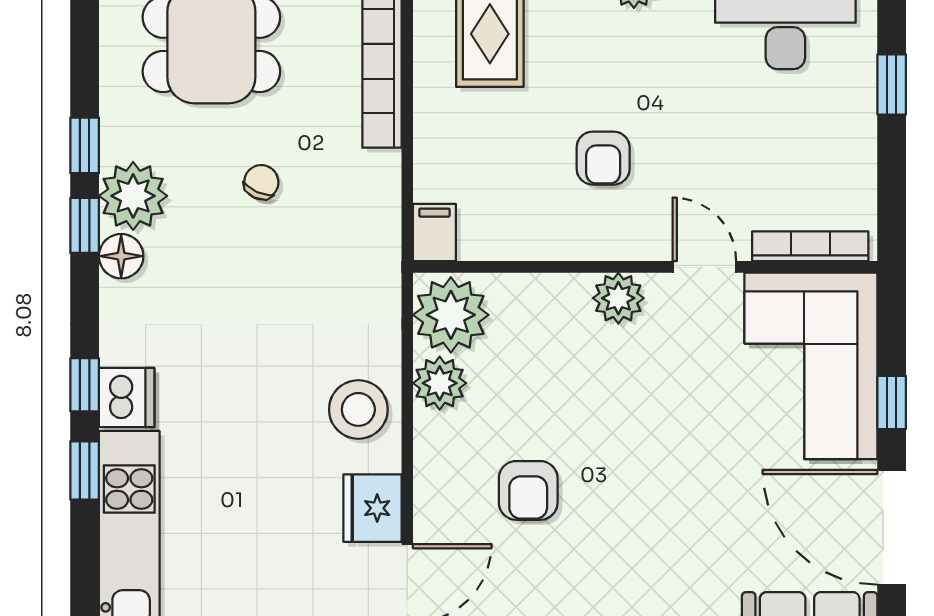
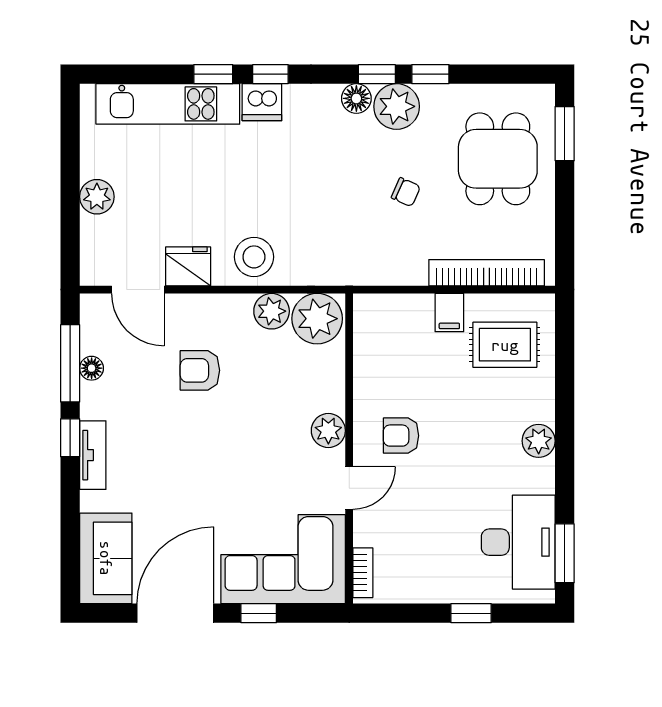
armchair: (603, 158) -> (401, 436), moved
filing cabinet: (434, 233) -> (449, 313), moved, turned 90
bookcase: (810, 246) -> (363, 573), width x0.64

